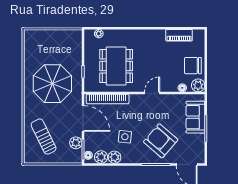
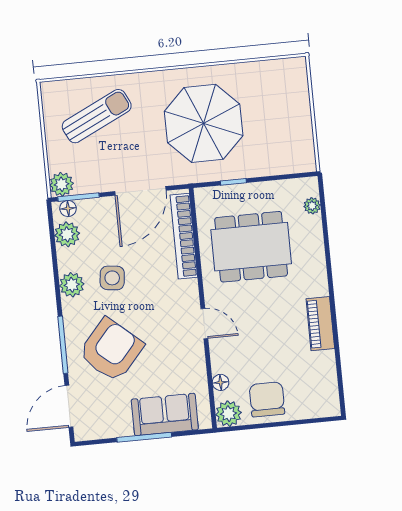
piano: (179, 35) -> (320, 324), moved
plant: (76, 143) -> (62, 184), moved
plant: (115, 157) -> (72, 285), moved

